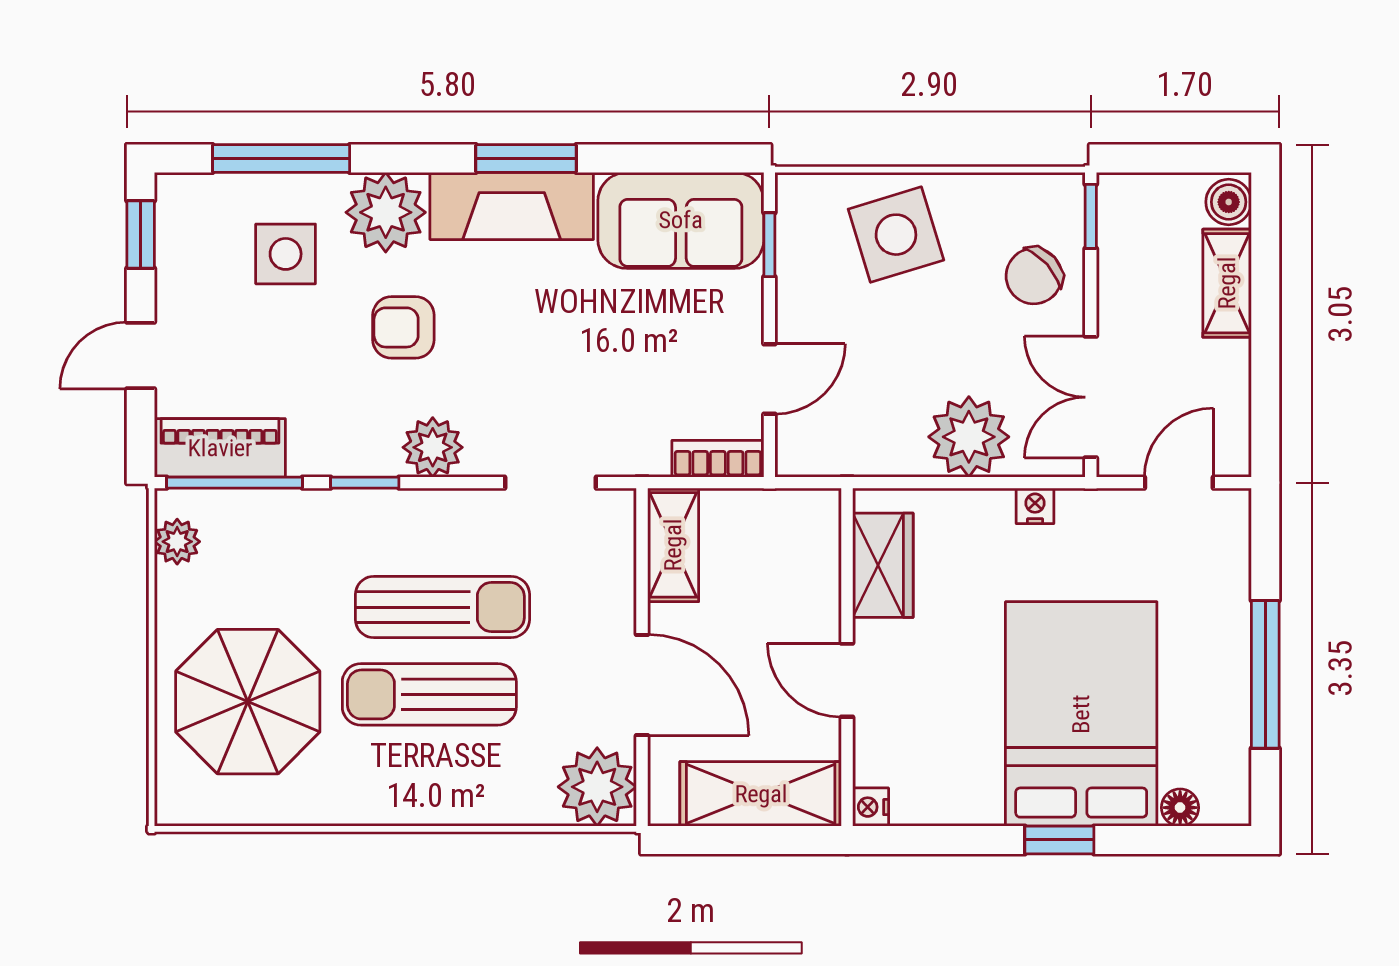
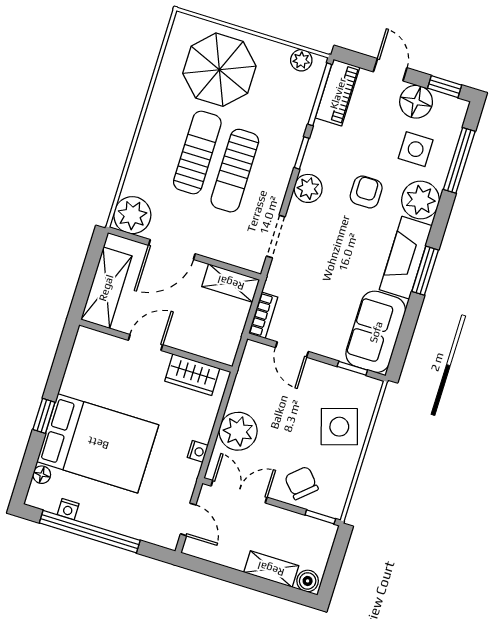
floor lamp: (189, 283) -> (416, 102), added
window: (1265, 674) -> (90, 532), width x1.46
nightstand: (871, 807) -> (68, 509), moved, turned 180

